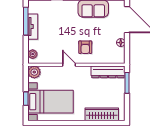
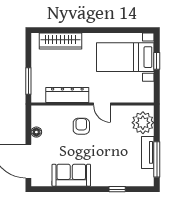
plant: (33, 54) -> (143, 123), width x1.88, depth x1.88
plant: (34, 72) -> (146, 95), removed
dresser: (108, 72) -> (67, 95), moved

